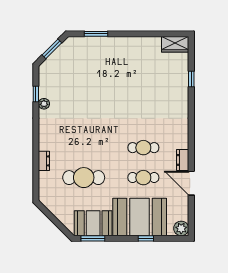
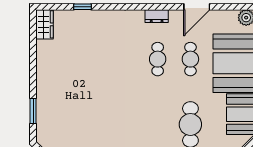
dresser: (183, 160) -> (157, 16), moved

